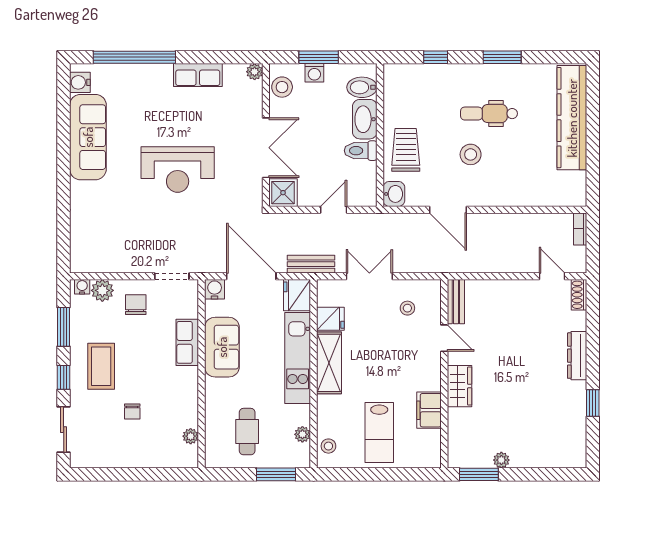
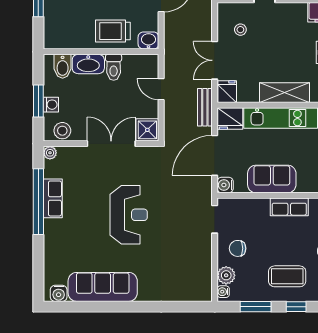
window: (134, 57) -> (38, 202), moved
fridge: (330, 319) -> (227, 92), moved
row of seats: (187, 342) -> (289, 207), moved

